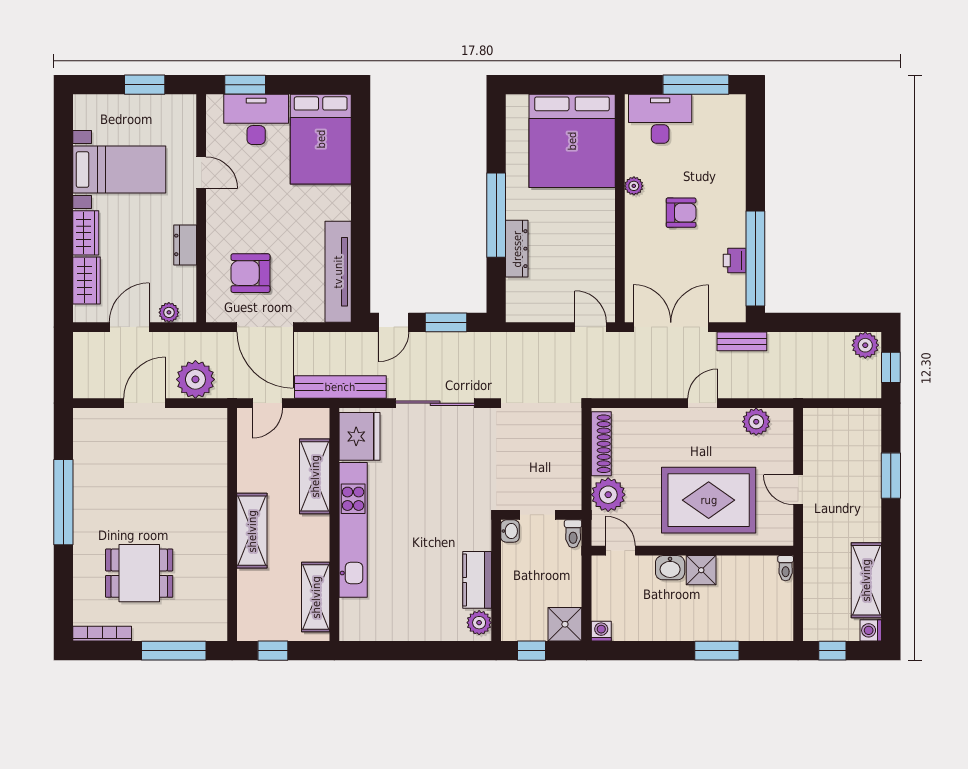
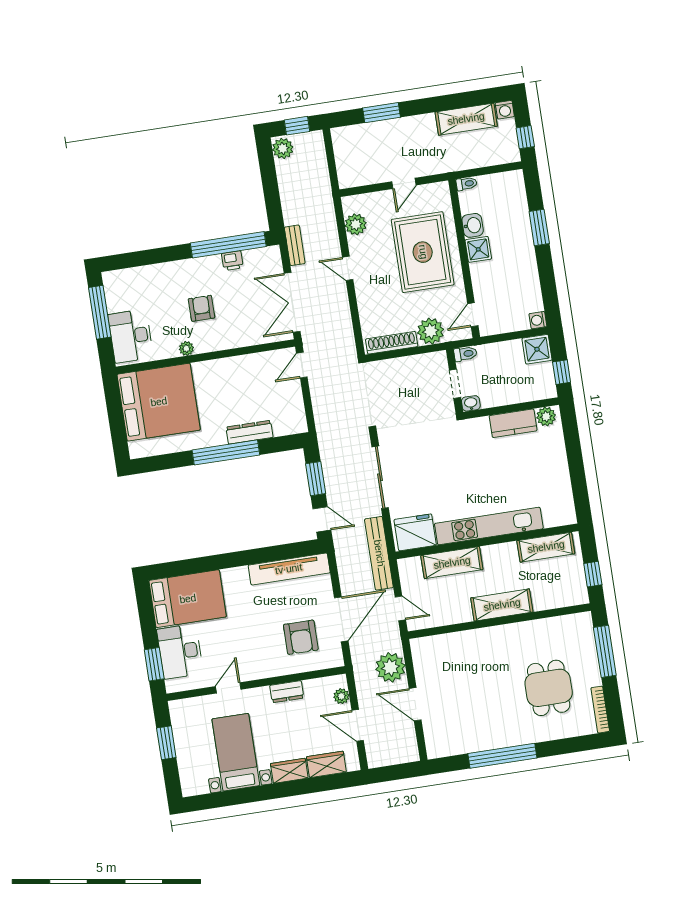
washbasin: (670, 568) -> (473, 225), moved

